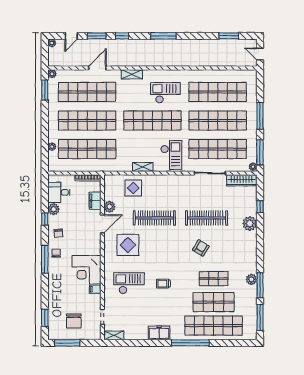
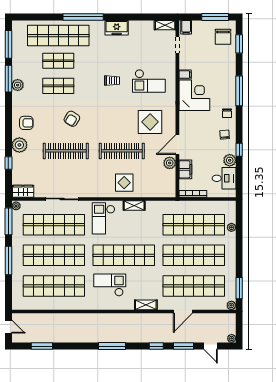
door: (71, 36) -> (211, 346), swing flipped
checkout: (165, 93) -> (110, 285), turned 180
wardrobe: (241, 180) -> (23, 191), width x0.67
display table: (133, 188) -> (124, 183), moved
armchair: (243, 244) -> (26, 123), added
window: (45, 259) -> (239, 91), moved
shop shelf: (214, 302) -> (58, 61), width x0.70, depth x0.74
chair: (74, 321) -> (223, 37), moved, turned 180
filing cabinet: (94, 333) -> (186, 27), added

